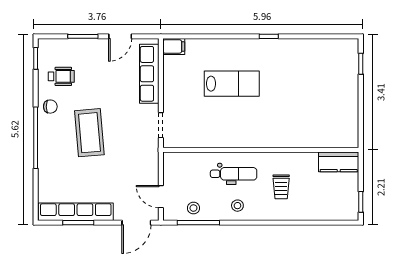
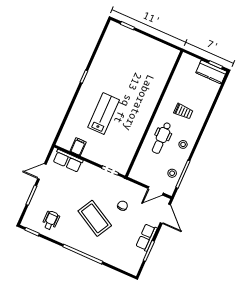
door: (120, 36) -> (42, 171), swing flipped
filing cabinet: (174, 46) -> (78, 147), moved
row of seats: (149, 74) -> (68, 161), width x0.68
chair: (50, 107) -> (123, 206), moved
coffee table: (89, 133) -> (95, 218), turned 34
kitchen counter: (339, 162) -> (211, 72), moved, turned 90
dental chair: (234, 174) -> (162, 138), turned 180
row of seats: (76, 212) -> (147, 237), width x0.50

